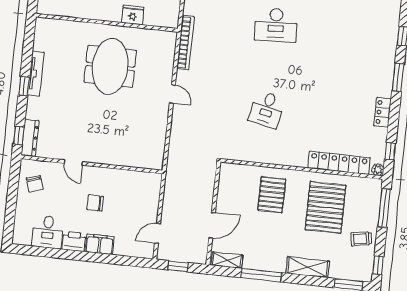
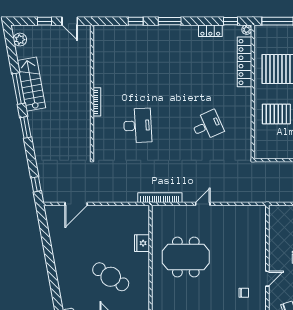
desk: (267, 109) -> (207, 125), turned -36
locker: (383, 112) -> (210, 31), moved
chair: (59, 132) -> (244, 293), added

